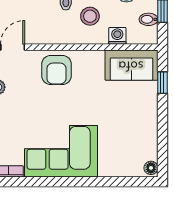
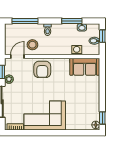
stool: (90, 16) -> (32, 45), moved
window: (162, 83) -> (102, 118), moved

